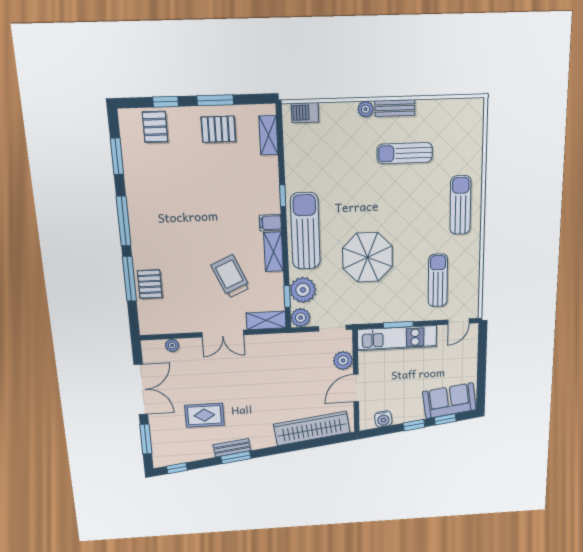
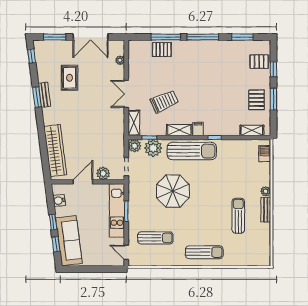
door: (356, 388) -> (83, 182), hinge flipped
sofa: (449, 401) -> (69, 241), width x1.36

